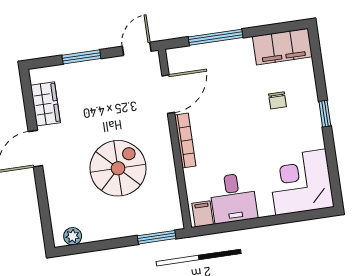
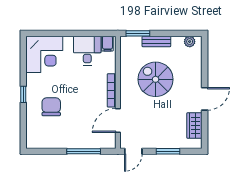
filing cabinet: (282, 47) -> (43, 140), removed
chair: (278, 100) -> (51, 107), width x1.87, depth x1.87
spiral stairs: (118, 168) -> (156, 79), turned 90
bench: (125, 229) -> (156, 41), added

